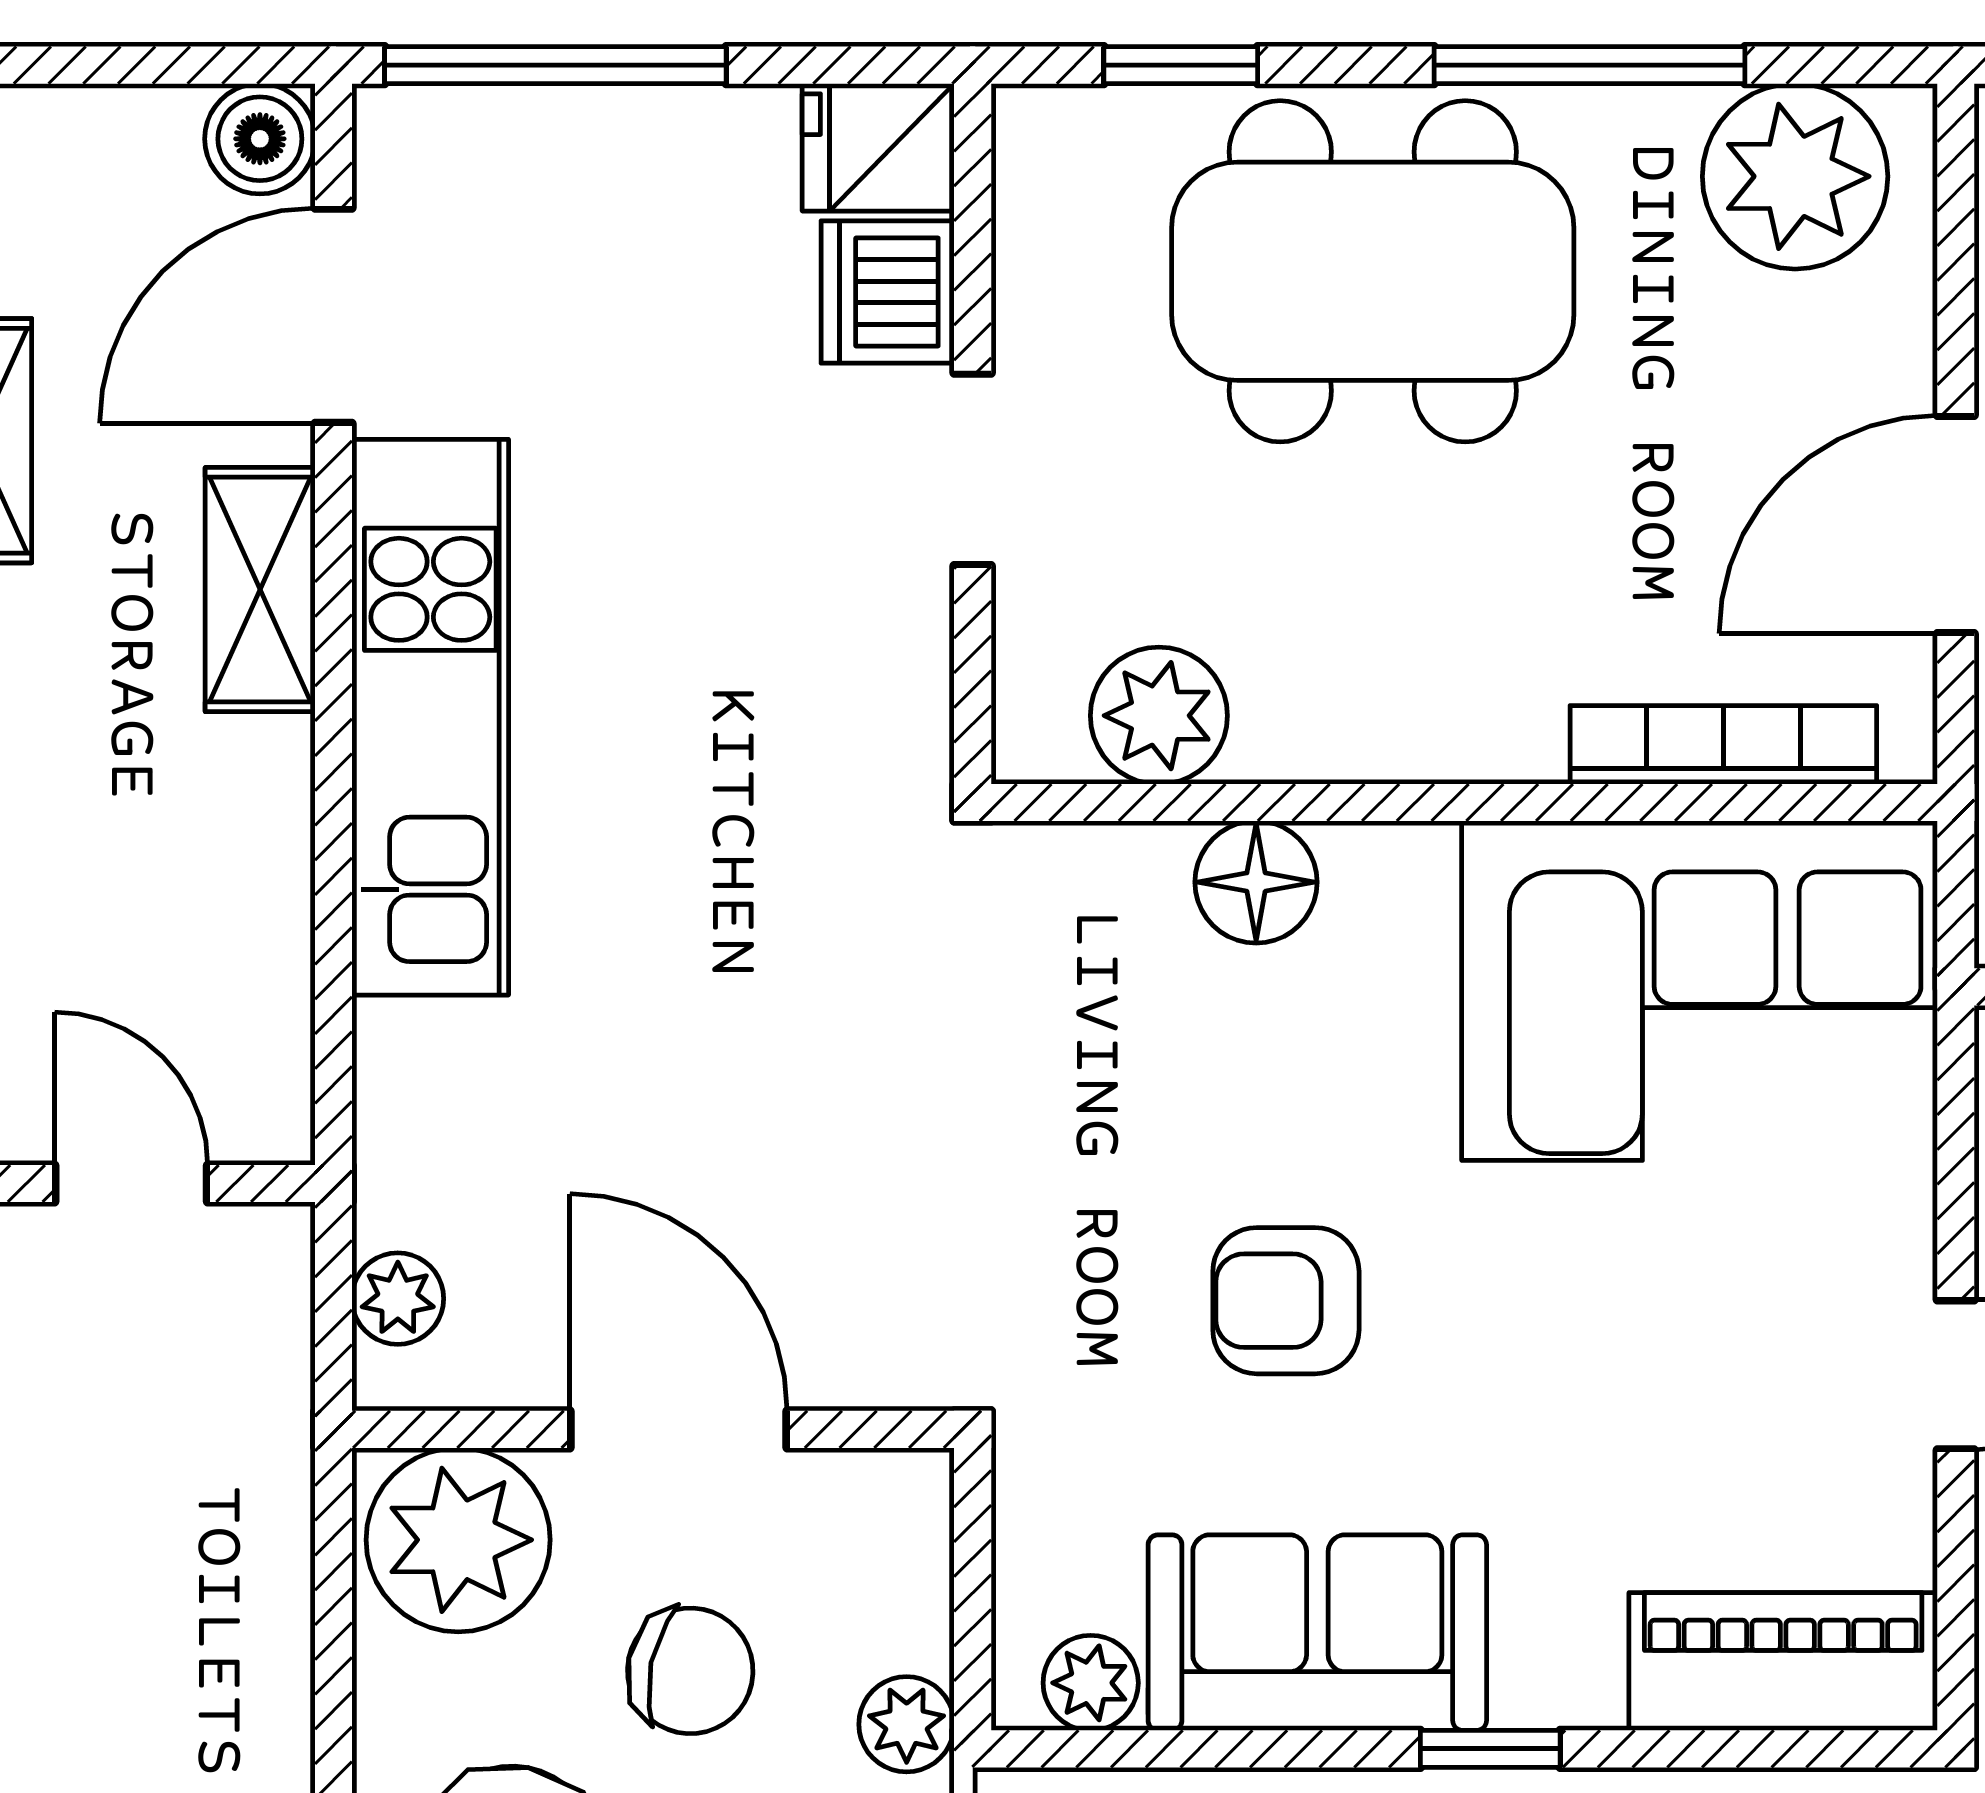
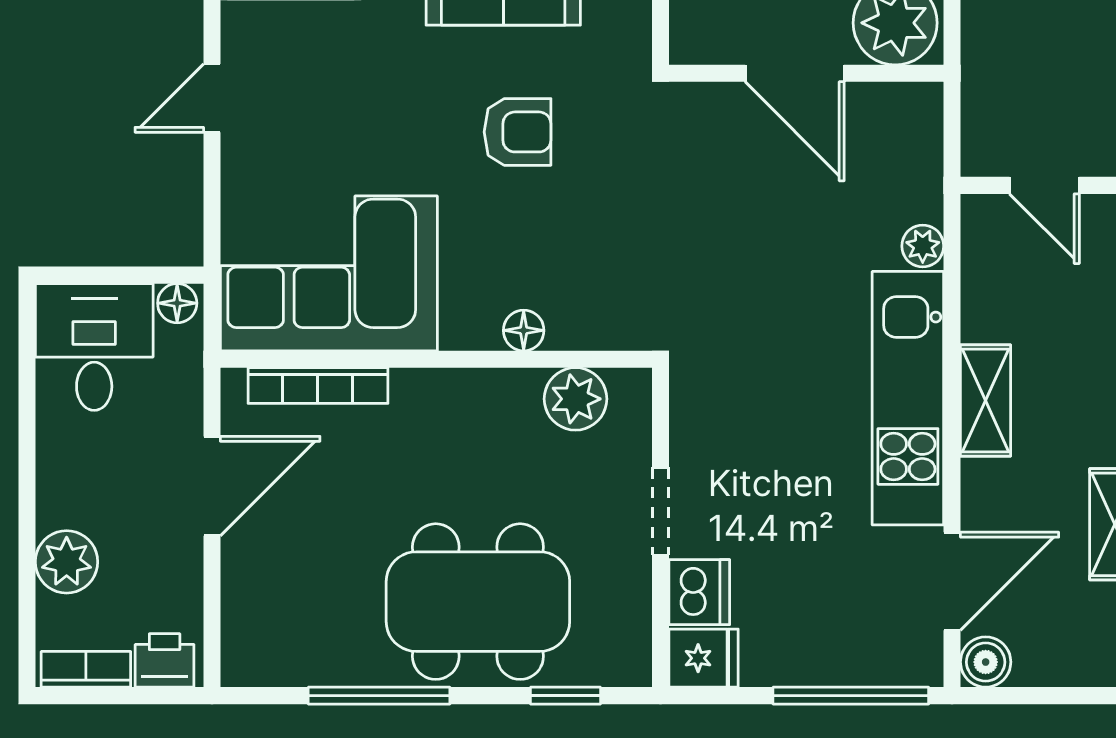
plant: (1795, 176) -> (285, 645), removed
shelving: (260, 590) -> (986, 400), moved
floor lamp: (1256, 882) -> (524, 330), width x0.73, depth x0.73
plant: (398, 1299) -> (923, 246), moved

